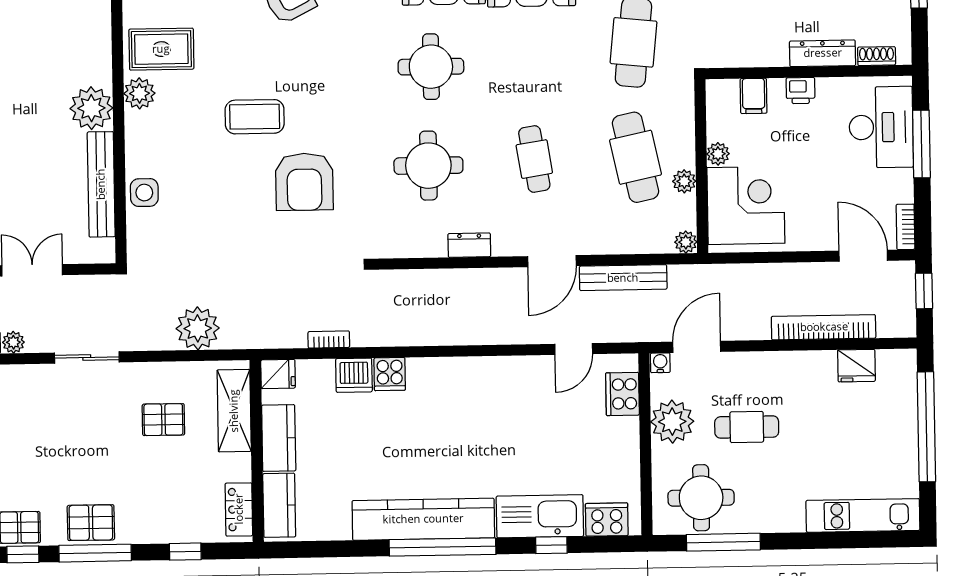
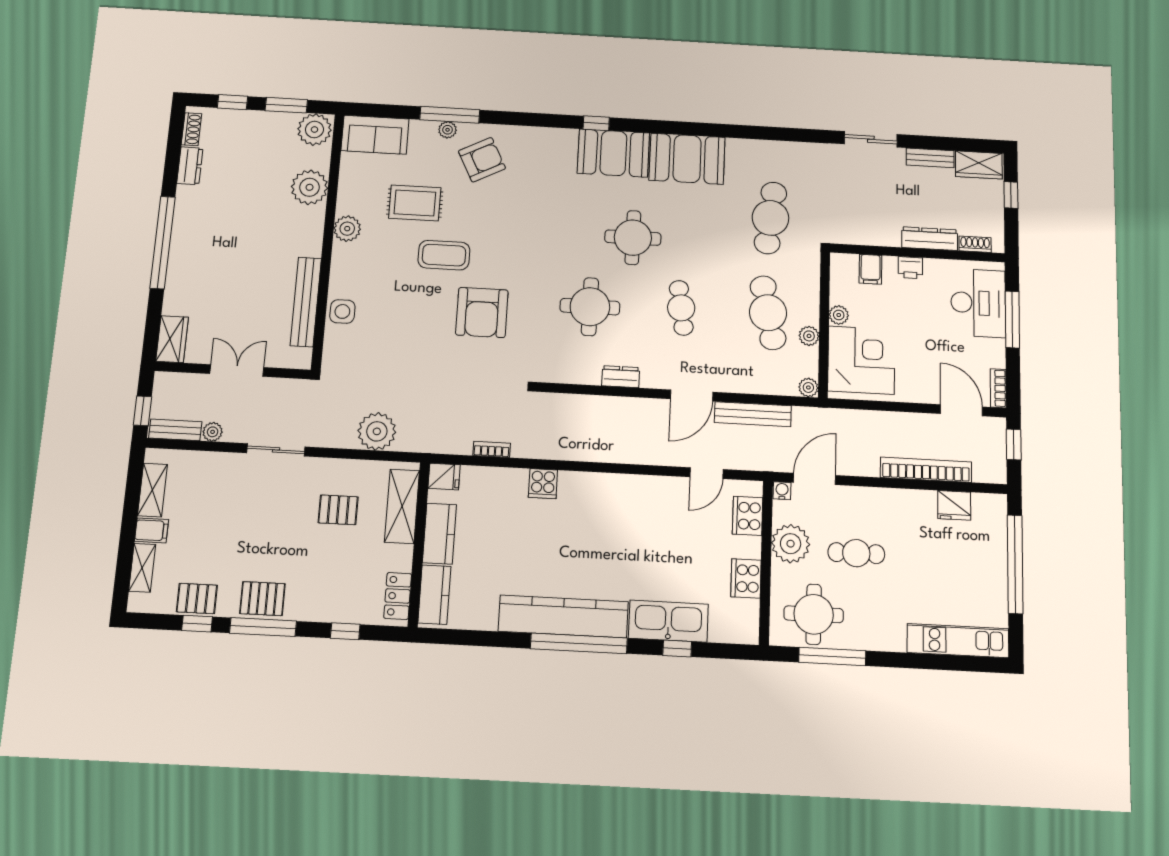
rug: (161, 49) -> (415, 203), moved
round table: (431, 67) -> (633, 238), moved
plant: (91, 108) -> (310, 187), moved
dishwasher: (354, 375) -> (511, 482), removed
cooker: (607, 520) -> (746, 578), moved, turned -90

